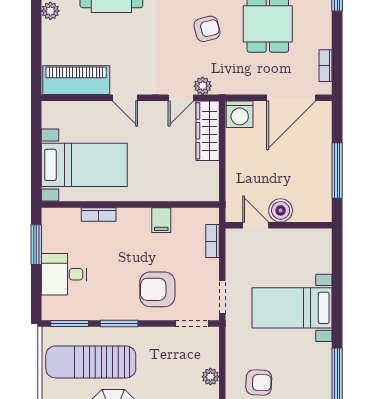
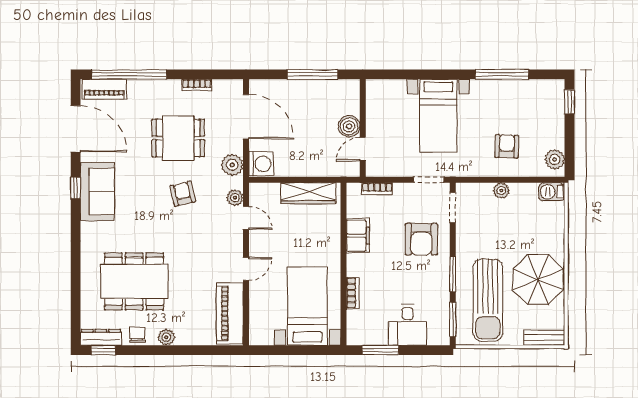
bookcase: (326, 66) -> (197, 85), moved
plant: (239, 83) -> (232, 165), added
wardrobe: (208, 131) -> (308, 193), moved
filing cabinet: (161, 220) -> (358, 236), width x2.00

